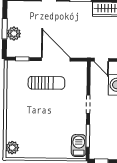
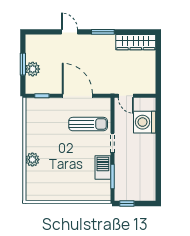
sun lounger: (46, 83) -> (88, 124), moved
barbecue: (79, 146) -> (103, 167), moved
plant: (12, 148) -> (32, 160), moved

